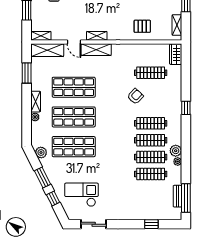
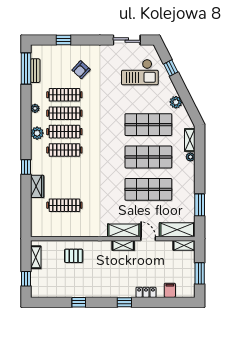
wardrobe: (176, 54) -> (37, 186), moved
armchair: (135, 96) -> (81, 70), moved
shelving: (36, 102) -> (190, 140), moved
plant: (176, 151) -> (37, 133), moved
plant: (41, 153) -> (176, 102), moved
window: (43, 178) -> (182, 91), removed

